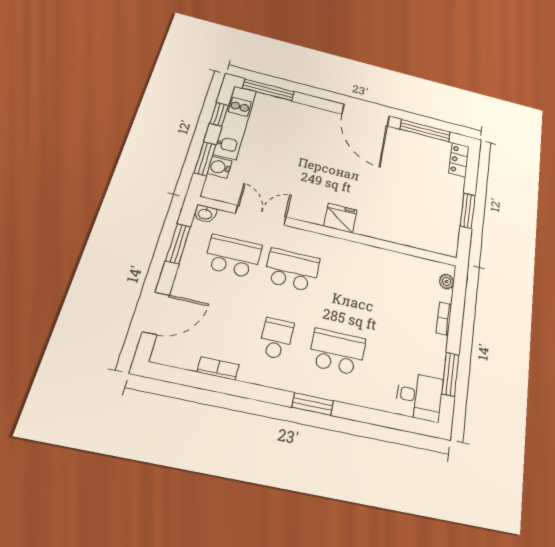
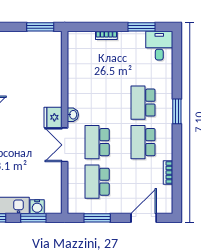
window: (468, 211) -> (40, 27), moved
washbasin: (205, 214) -> (73, 115), moved
double door: (261, 215) -> (65, 145), moved
plant: (447, 282) -> (80, 37), removed
door: (156, 313) -> (144, 218), hinge flipped
school desk: (276, 338) -> (143, 142), width x1.85

